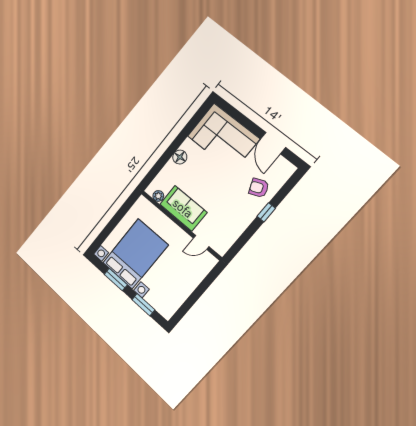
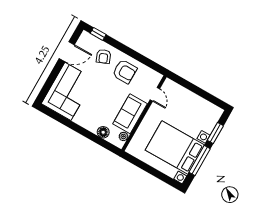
floor lamp: (180, 157) -> (103, 132), moved
armchair: (235, 211) -> (125, 72), added
window: (266, 212) -> (98, 34), moved
window: (116, 279) -> (200, 161), width x1.44

